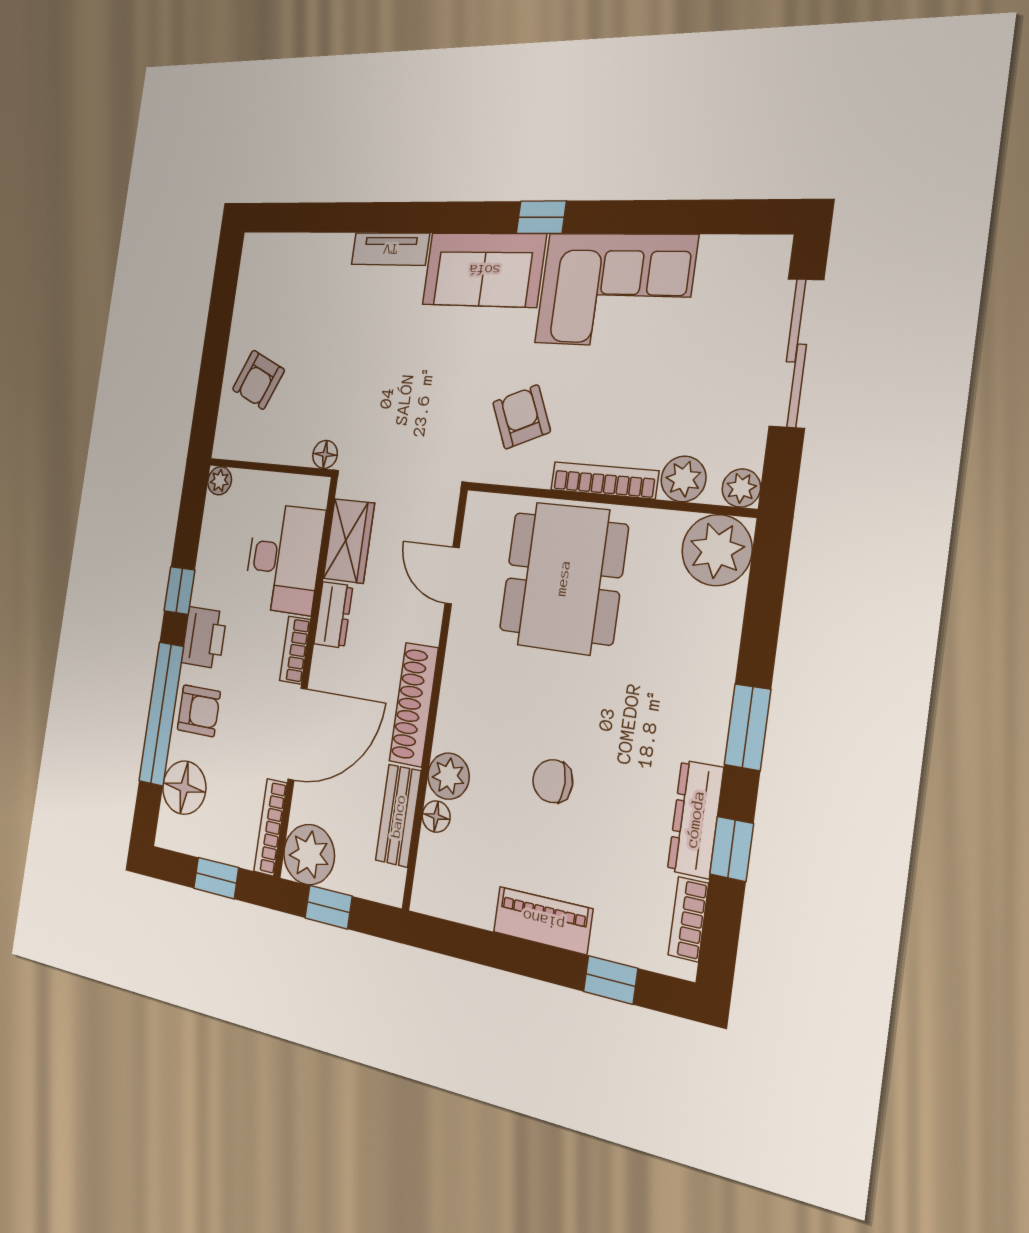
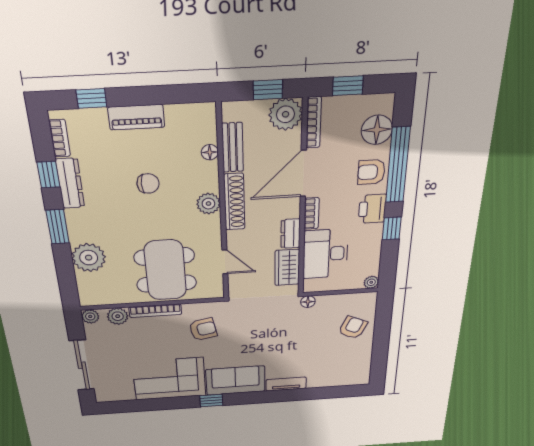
armchair: (522, 417) -> (203, 329), turned -77
plant: (717, 550) -> (89, 258), moved
plant: (448, 776) -> (208, 204), moved

